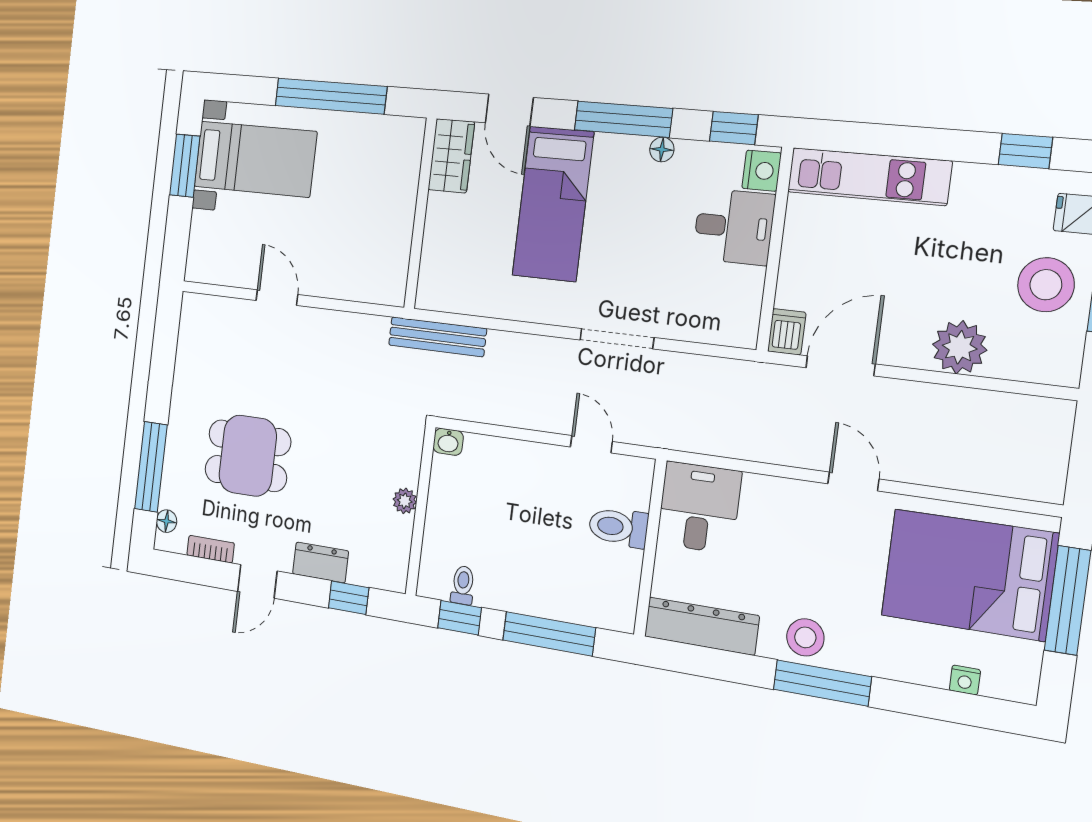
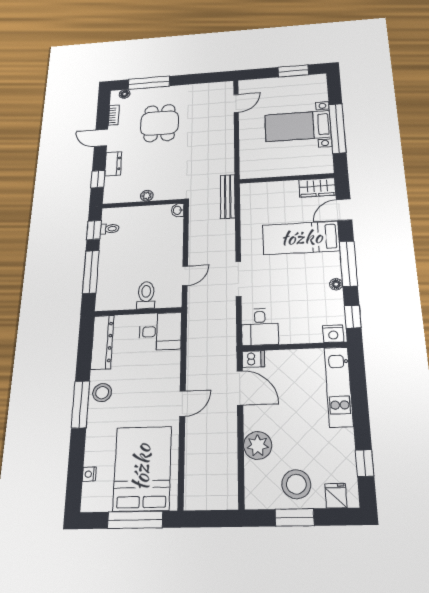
bed with nightstands: (255, 159) -> (298, 126), moved, turned 90
desk: (734, 227) -> (260, 327), moved
door: (277, 298) -> (236, 103), moved

